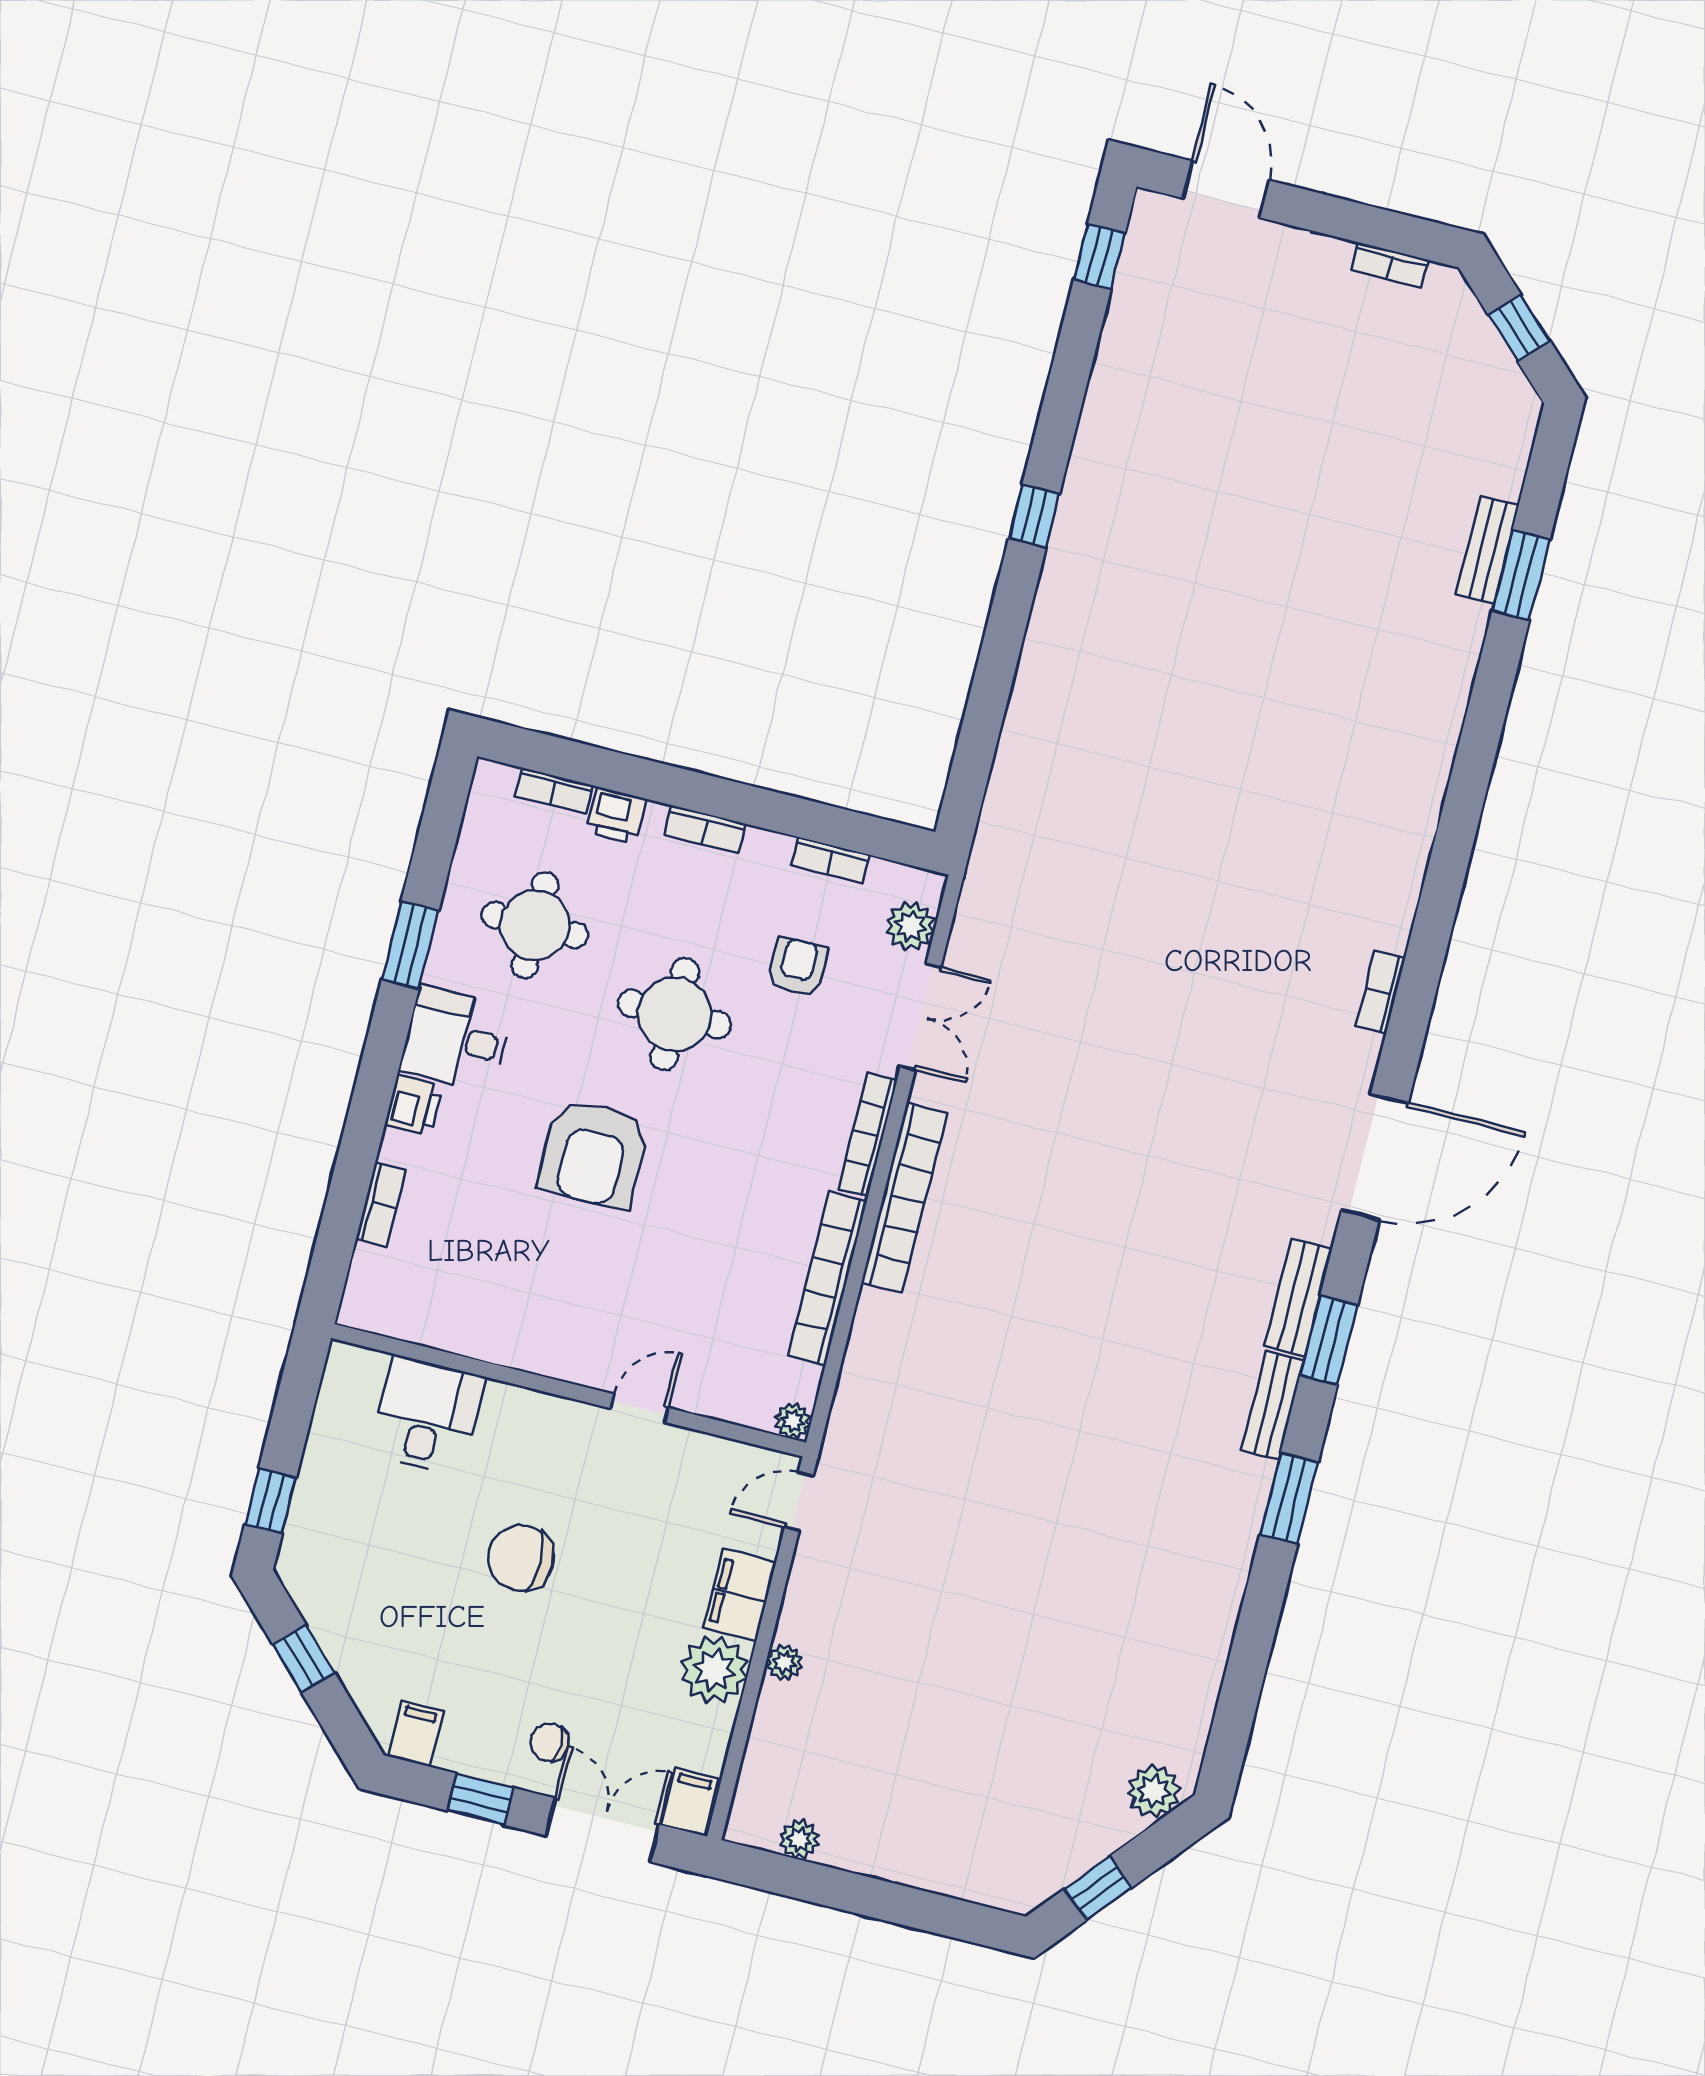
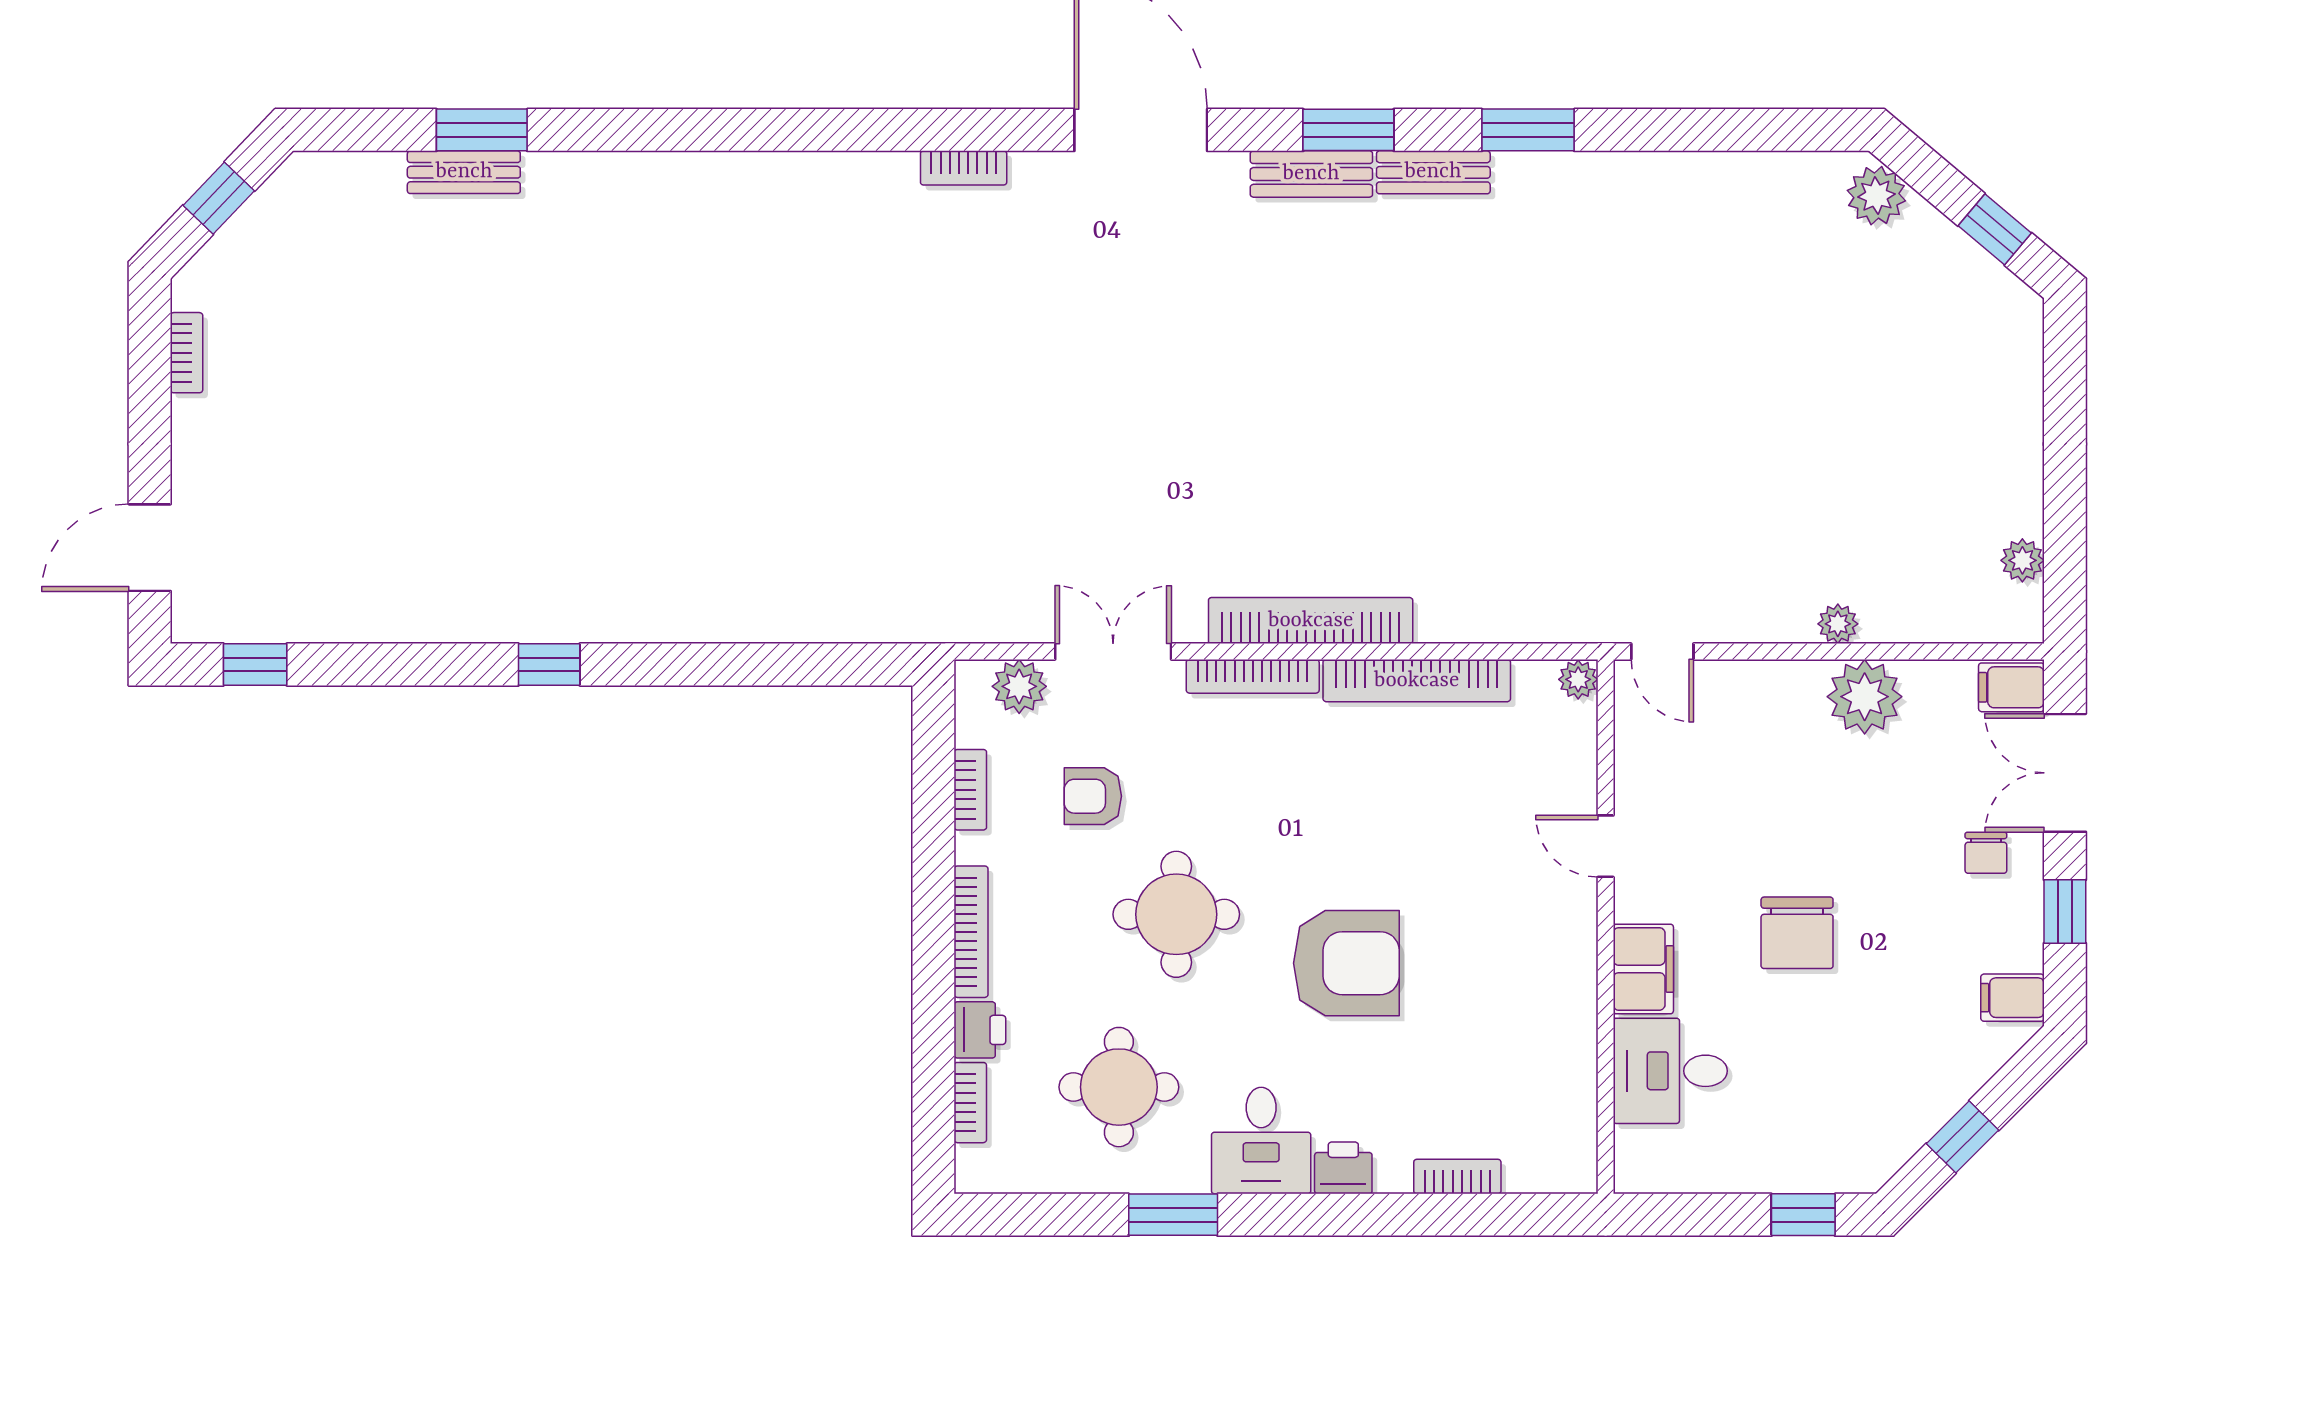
bookcase: (705, 829) -> (971, 932), width x1.56
filing cabinet: (740, 1595) -> (1643, 969), moved, turned -90

